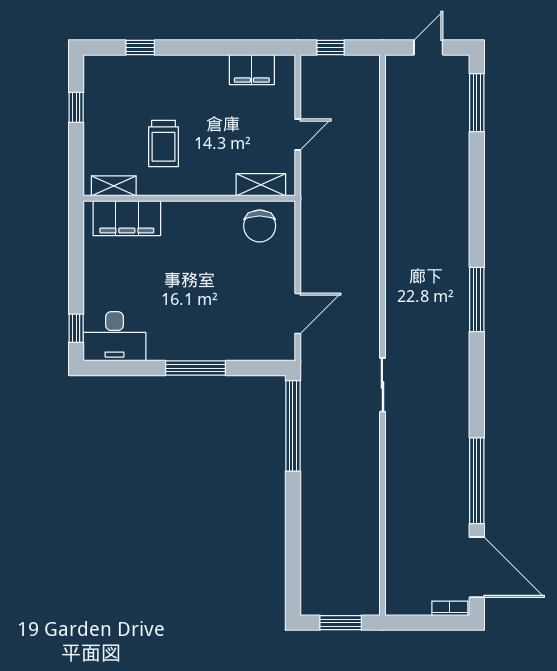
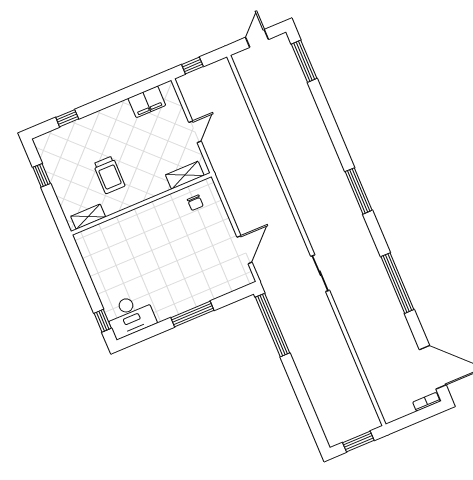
filing cabinet: (127, 218) -> (106, 234), removed
chair: (260, 226) -> (195, 203), width x0.54, depth x0.54
window: (477, 481) -> (397, 283), moved

